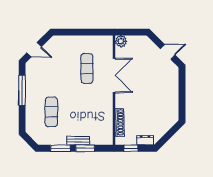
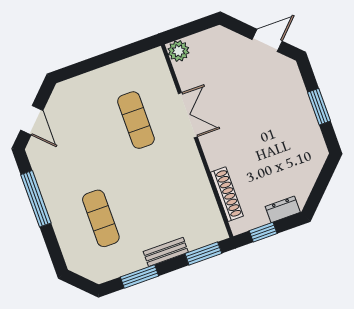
door: (34, 50) -> (32, 120), hinge flipped
double door: (114, 75) -> (188, 115), width x0.73
window: (182, 95) -> (319, 107), added
window: (85, 148) -> (203, 254), moved

